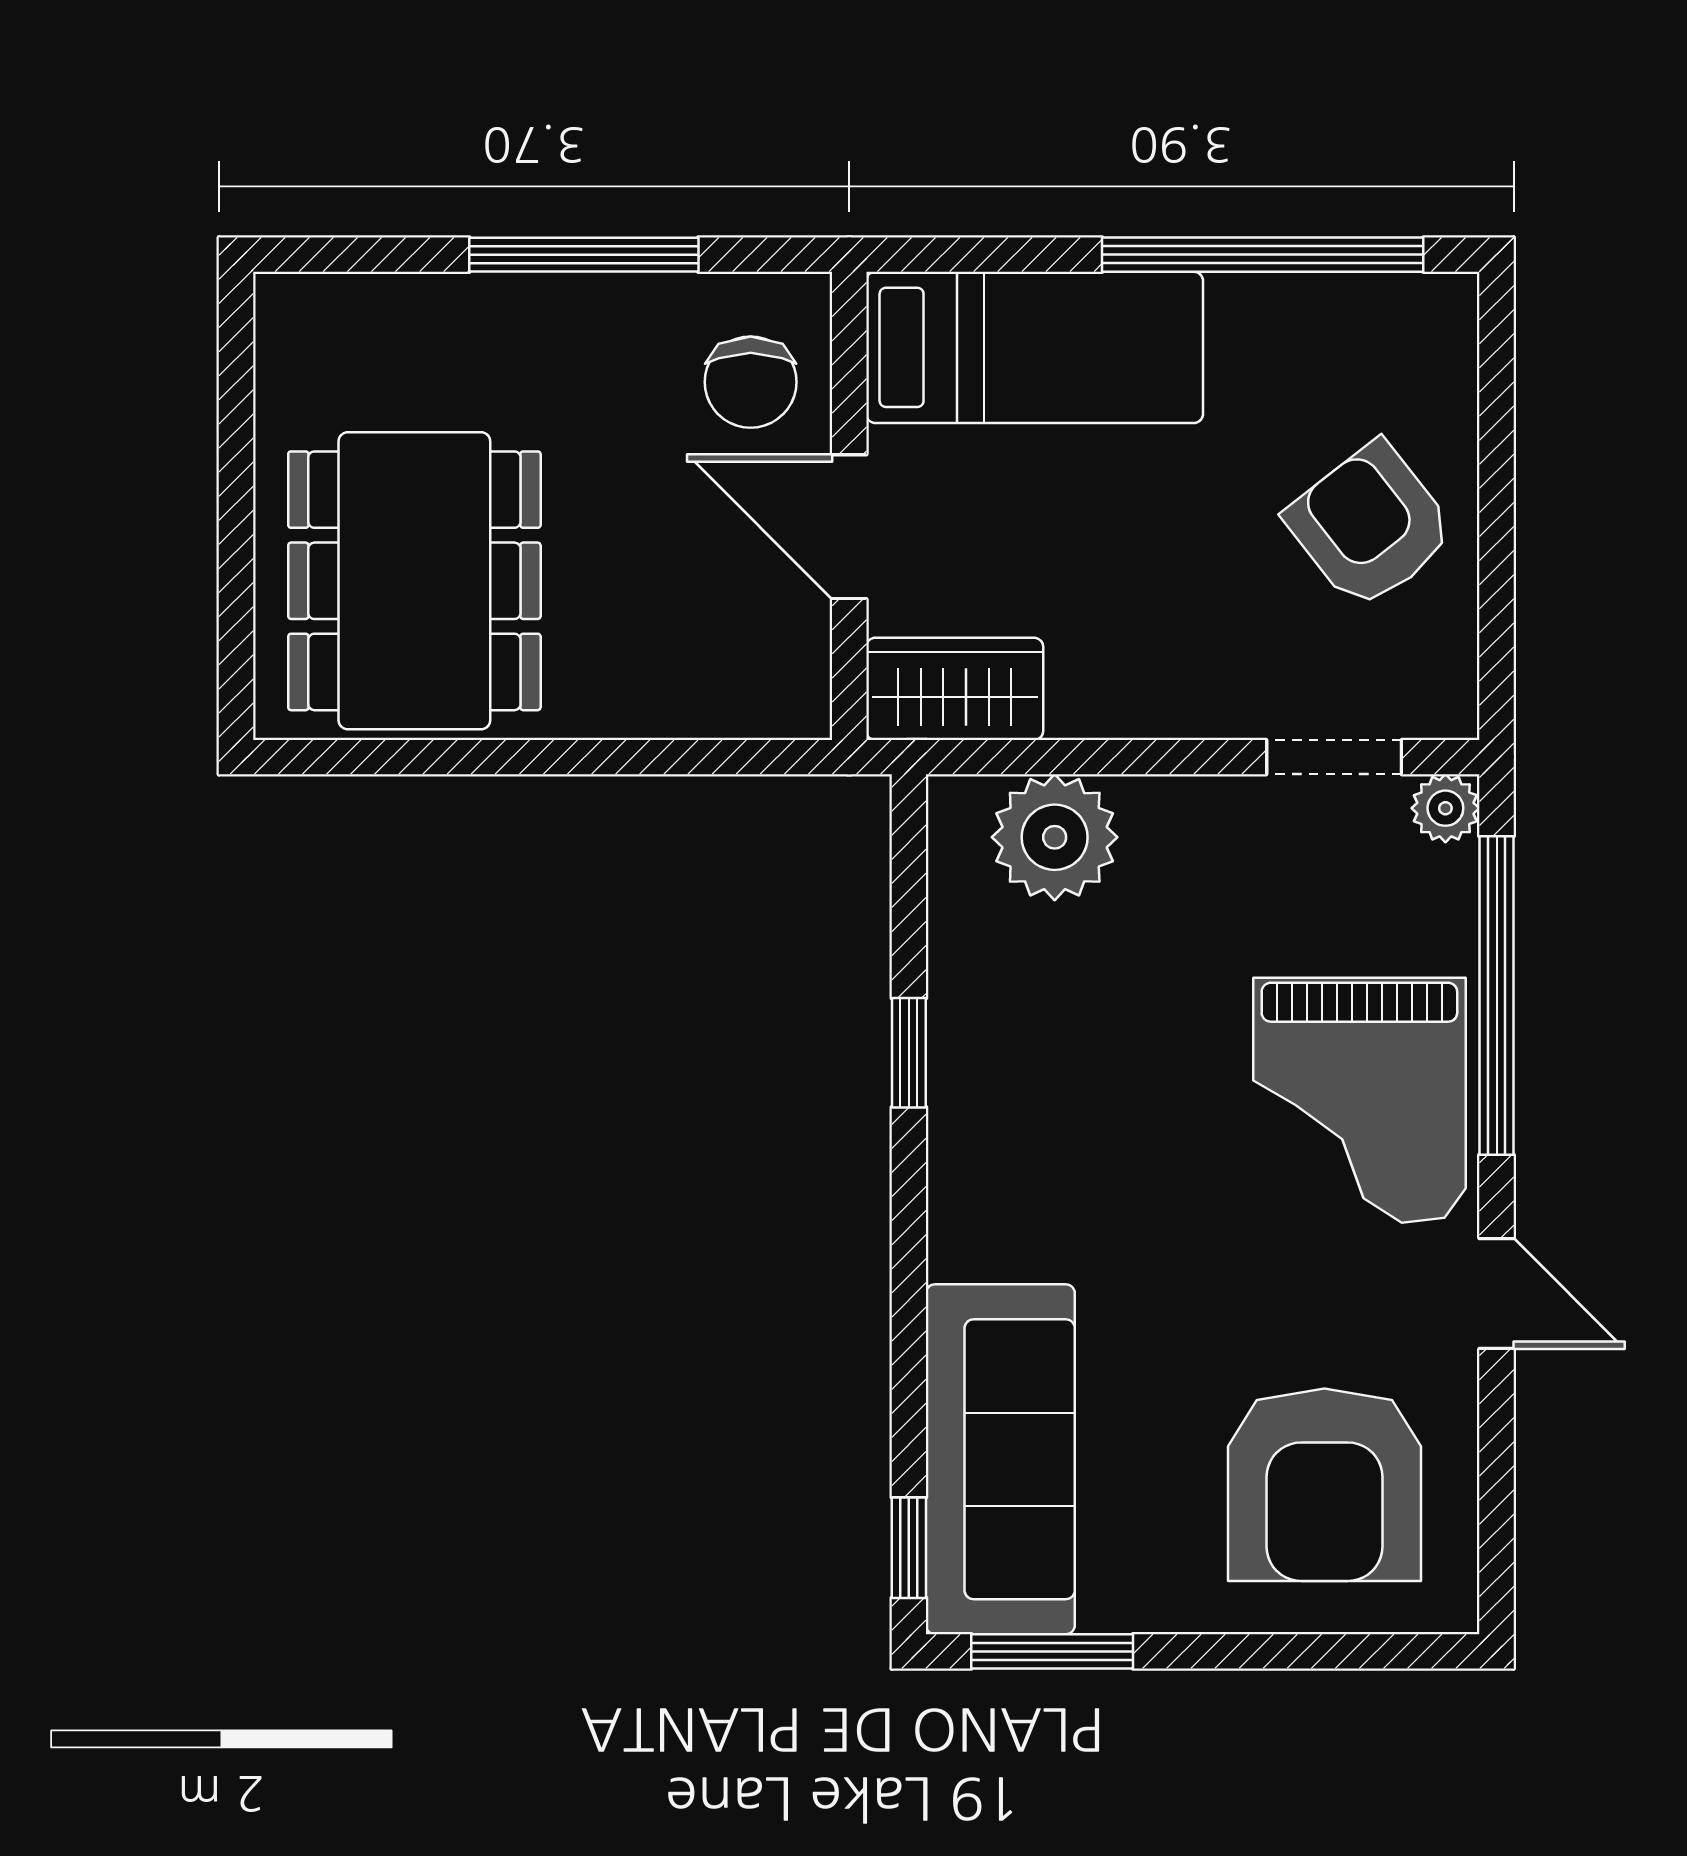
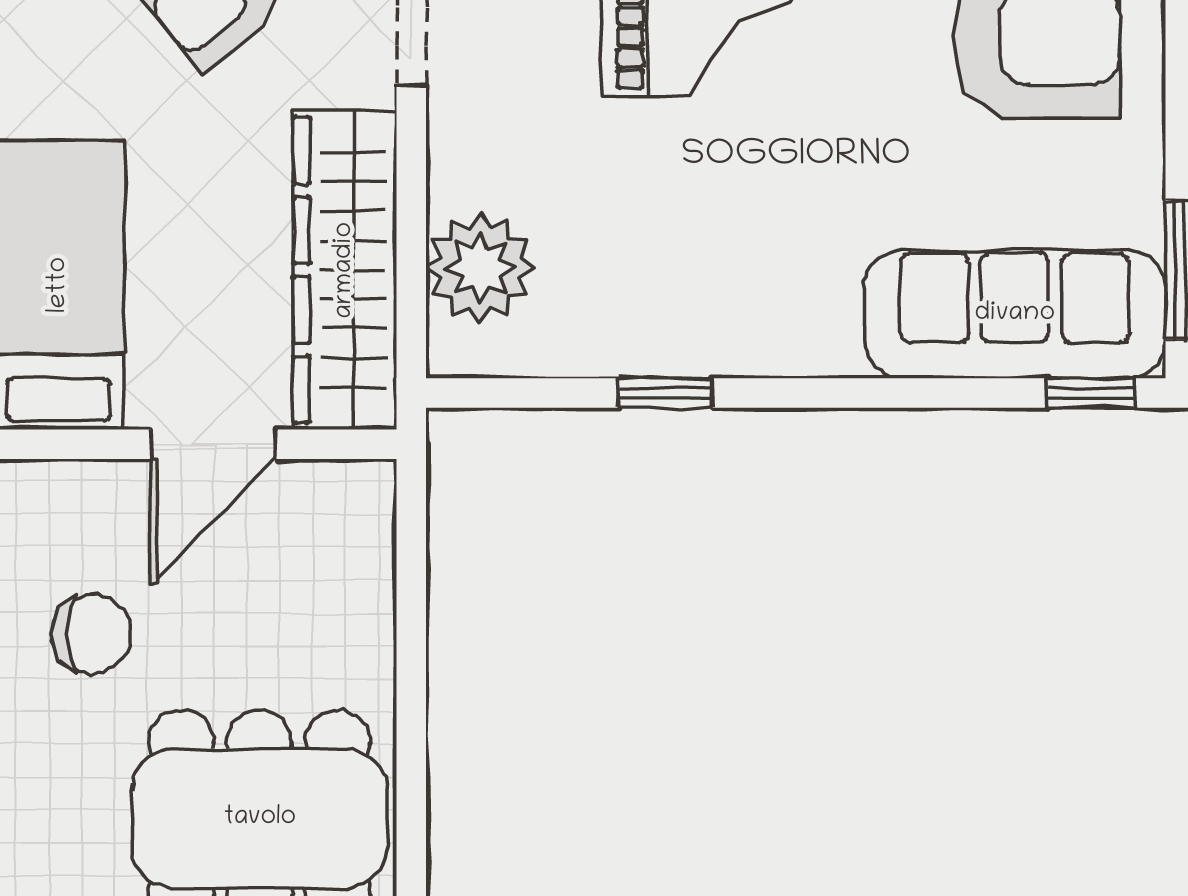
chair: (751, 382) -> (91, 633), moved
wardrobe: (955, 689) -> (345, 270), width x2.10, depth x1.17

